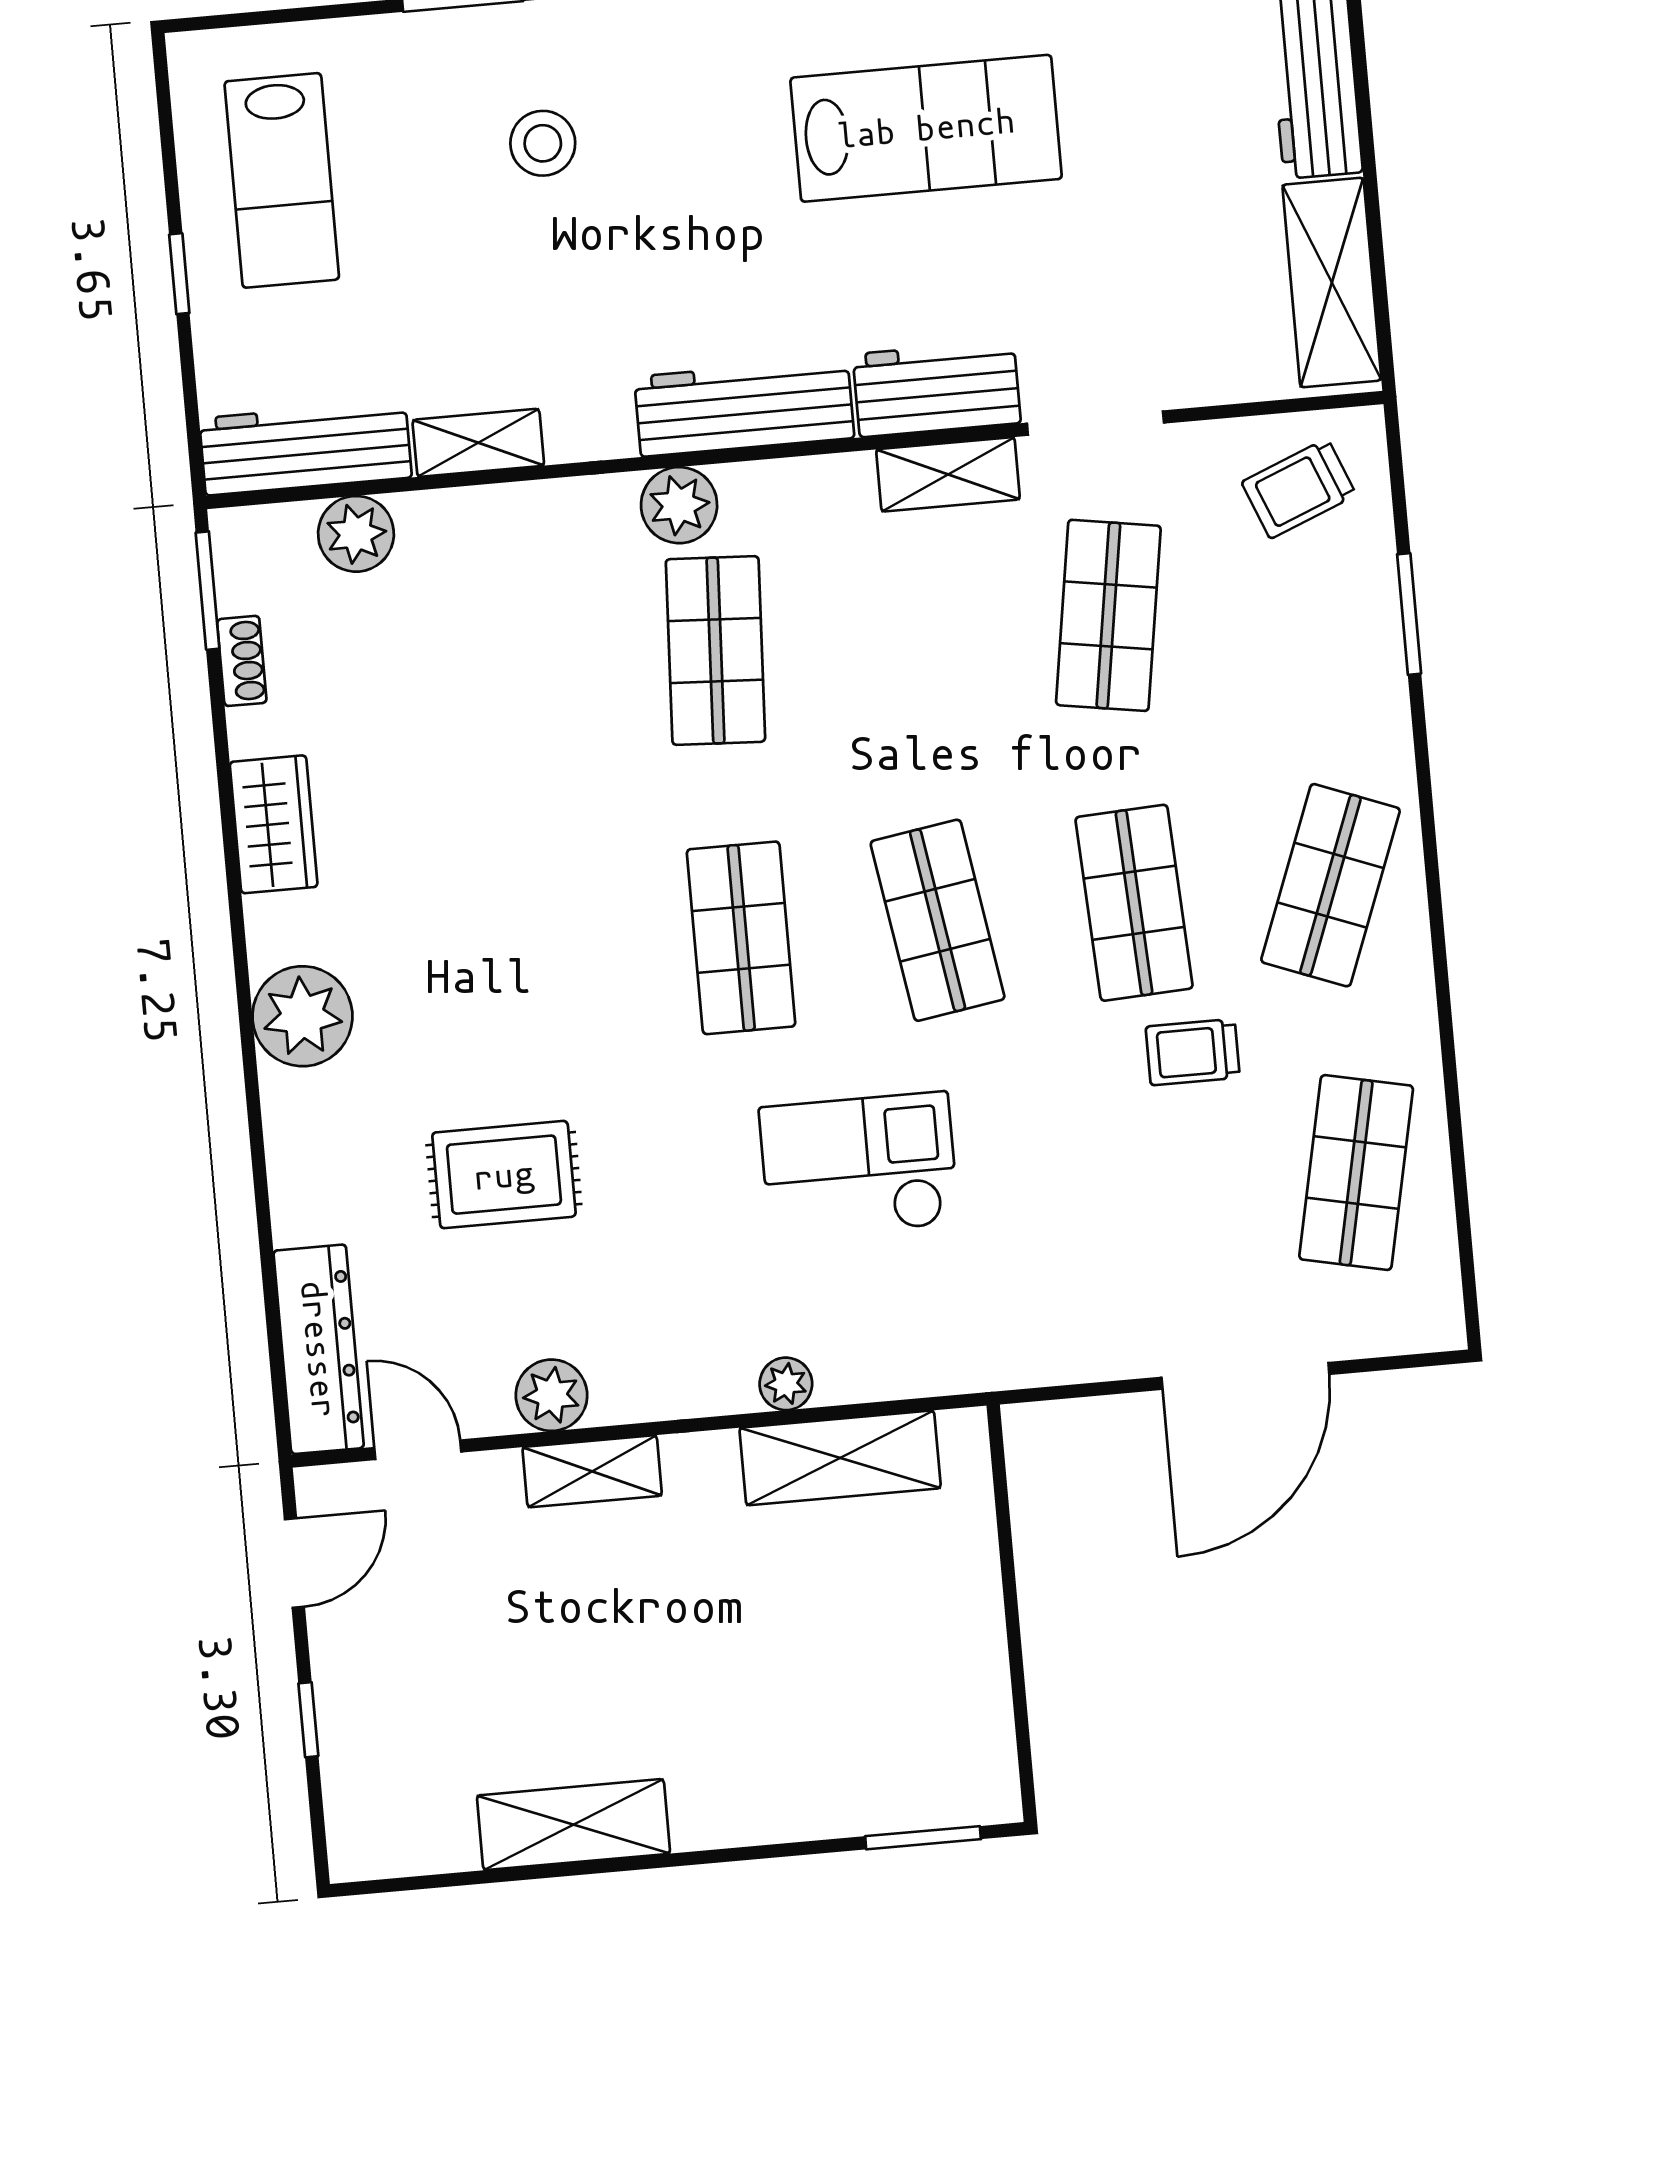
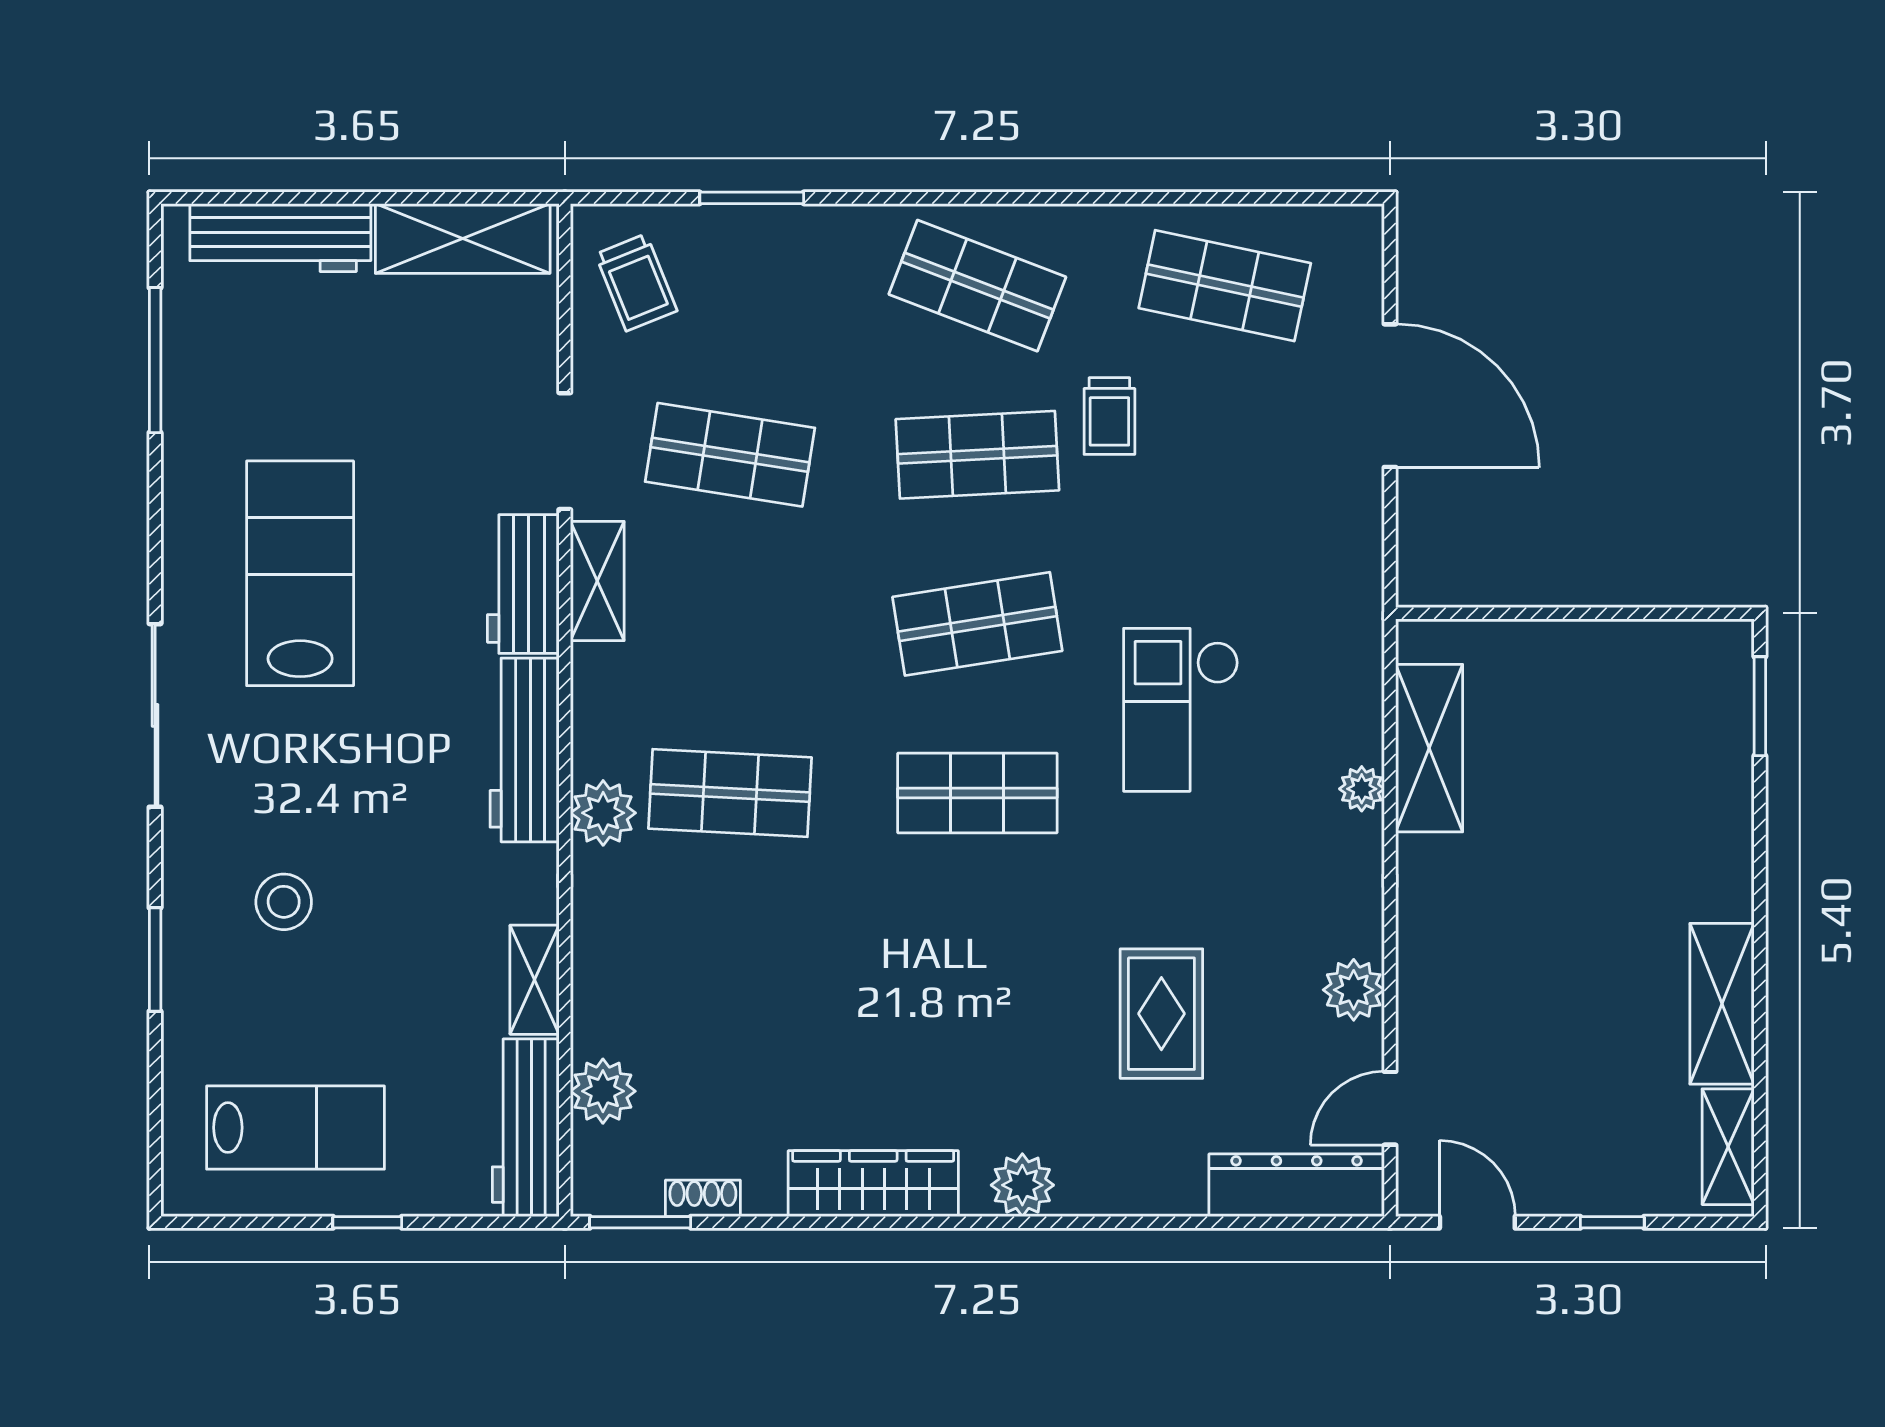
wardrobe: (274, 824) -> (873, 1184), width x1.50
plant: (302, 1016) -> (1022, 1185), width x0.73, depth x0.73
shelving: (592, 1471) -> (1728, 1147), moved

